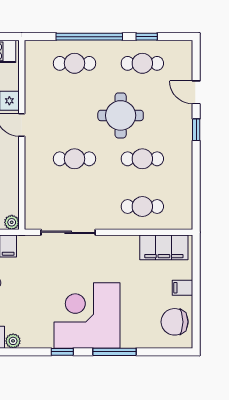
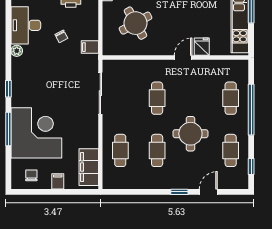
window: (147, 37) -> (251, 167), moved
plant: (12, 222) -> (108, 50), removed
corner desk: (87, 315) -> (36, 133), moved
chair: (175, 322) -> (31, 175), width x0.54, depth x0.54

